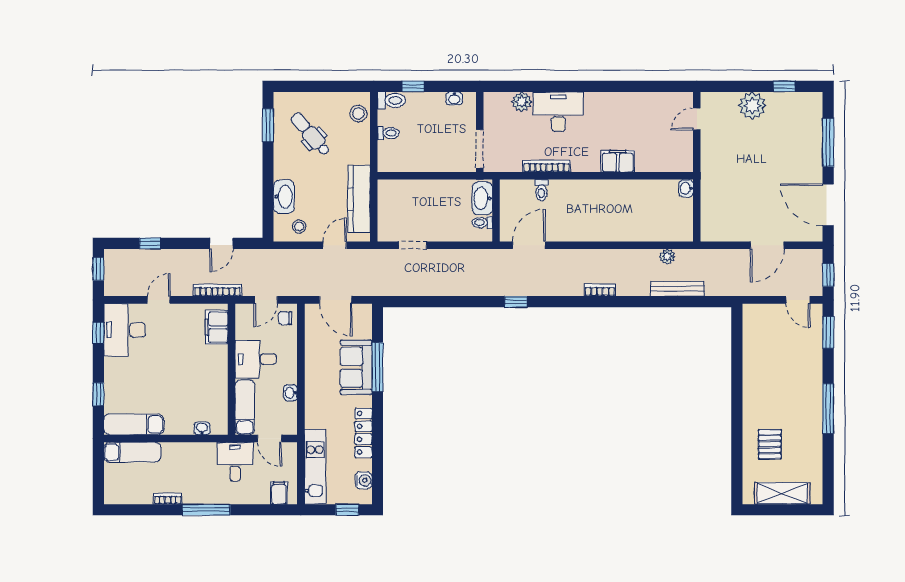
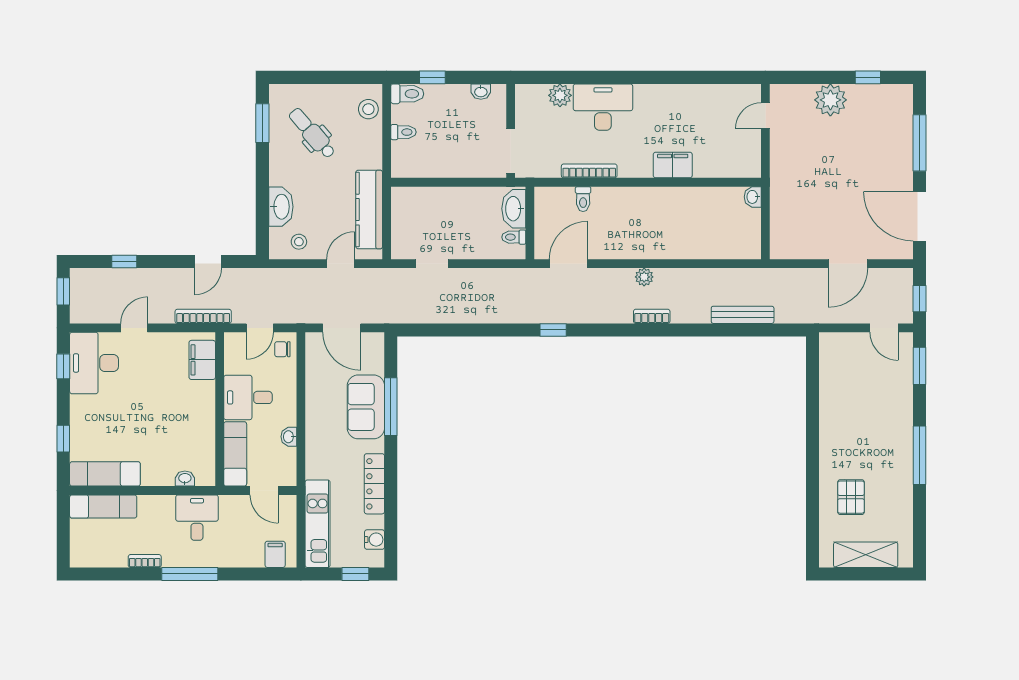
plant: (667, 257) -> (644, 277), moved
desk: (235, 462) -> (197, 518), moved

